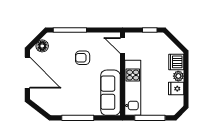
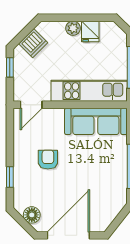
window: (70, 30) -> (10, 177), width x0.46
armchair: (83, 58) -> (48, 160), turned 180
dishwasher: (176, 62) -> (33, 43), moved, turned -45

